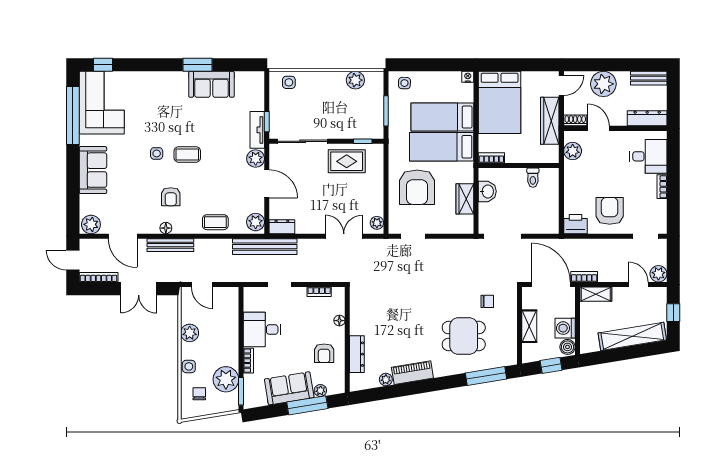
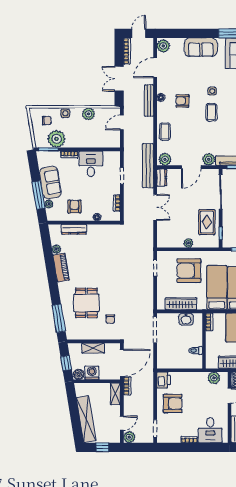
wardrobe: (465, 199) -> (181, 304), width x1.50
plant: (377, 223) -> (188, 243), moved
double door: (344, 236) -> (155, 207), moved
armchair: (324, 353) -> (74, 207), turned 90

